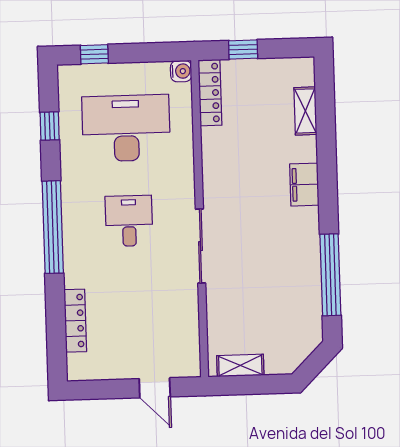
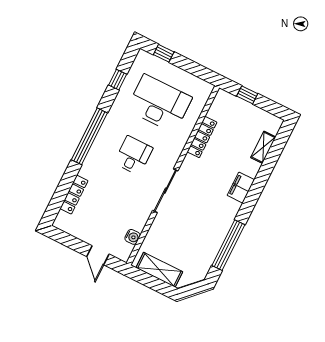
water cooler: (181, 71) -> (132, 237), moved
locker: (210, 93) -> (202, 137), moved
shelving: (240, 365) -> (159, 270), width x1.50, depth x1.33

